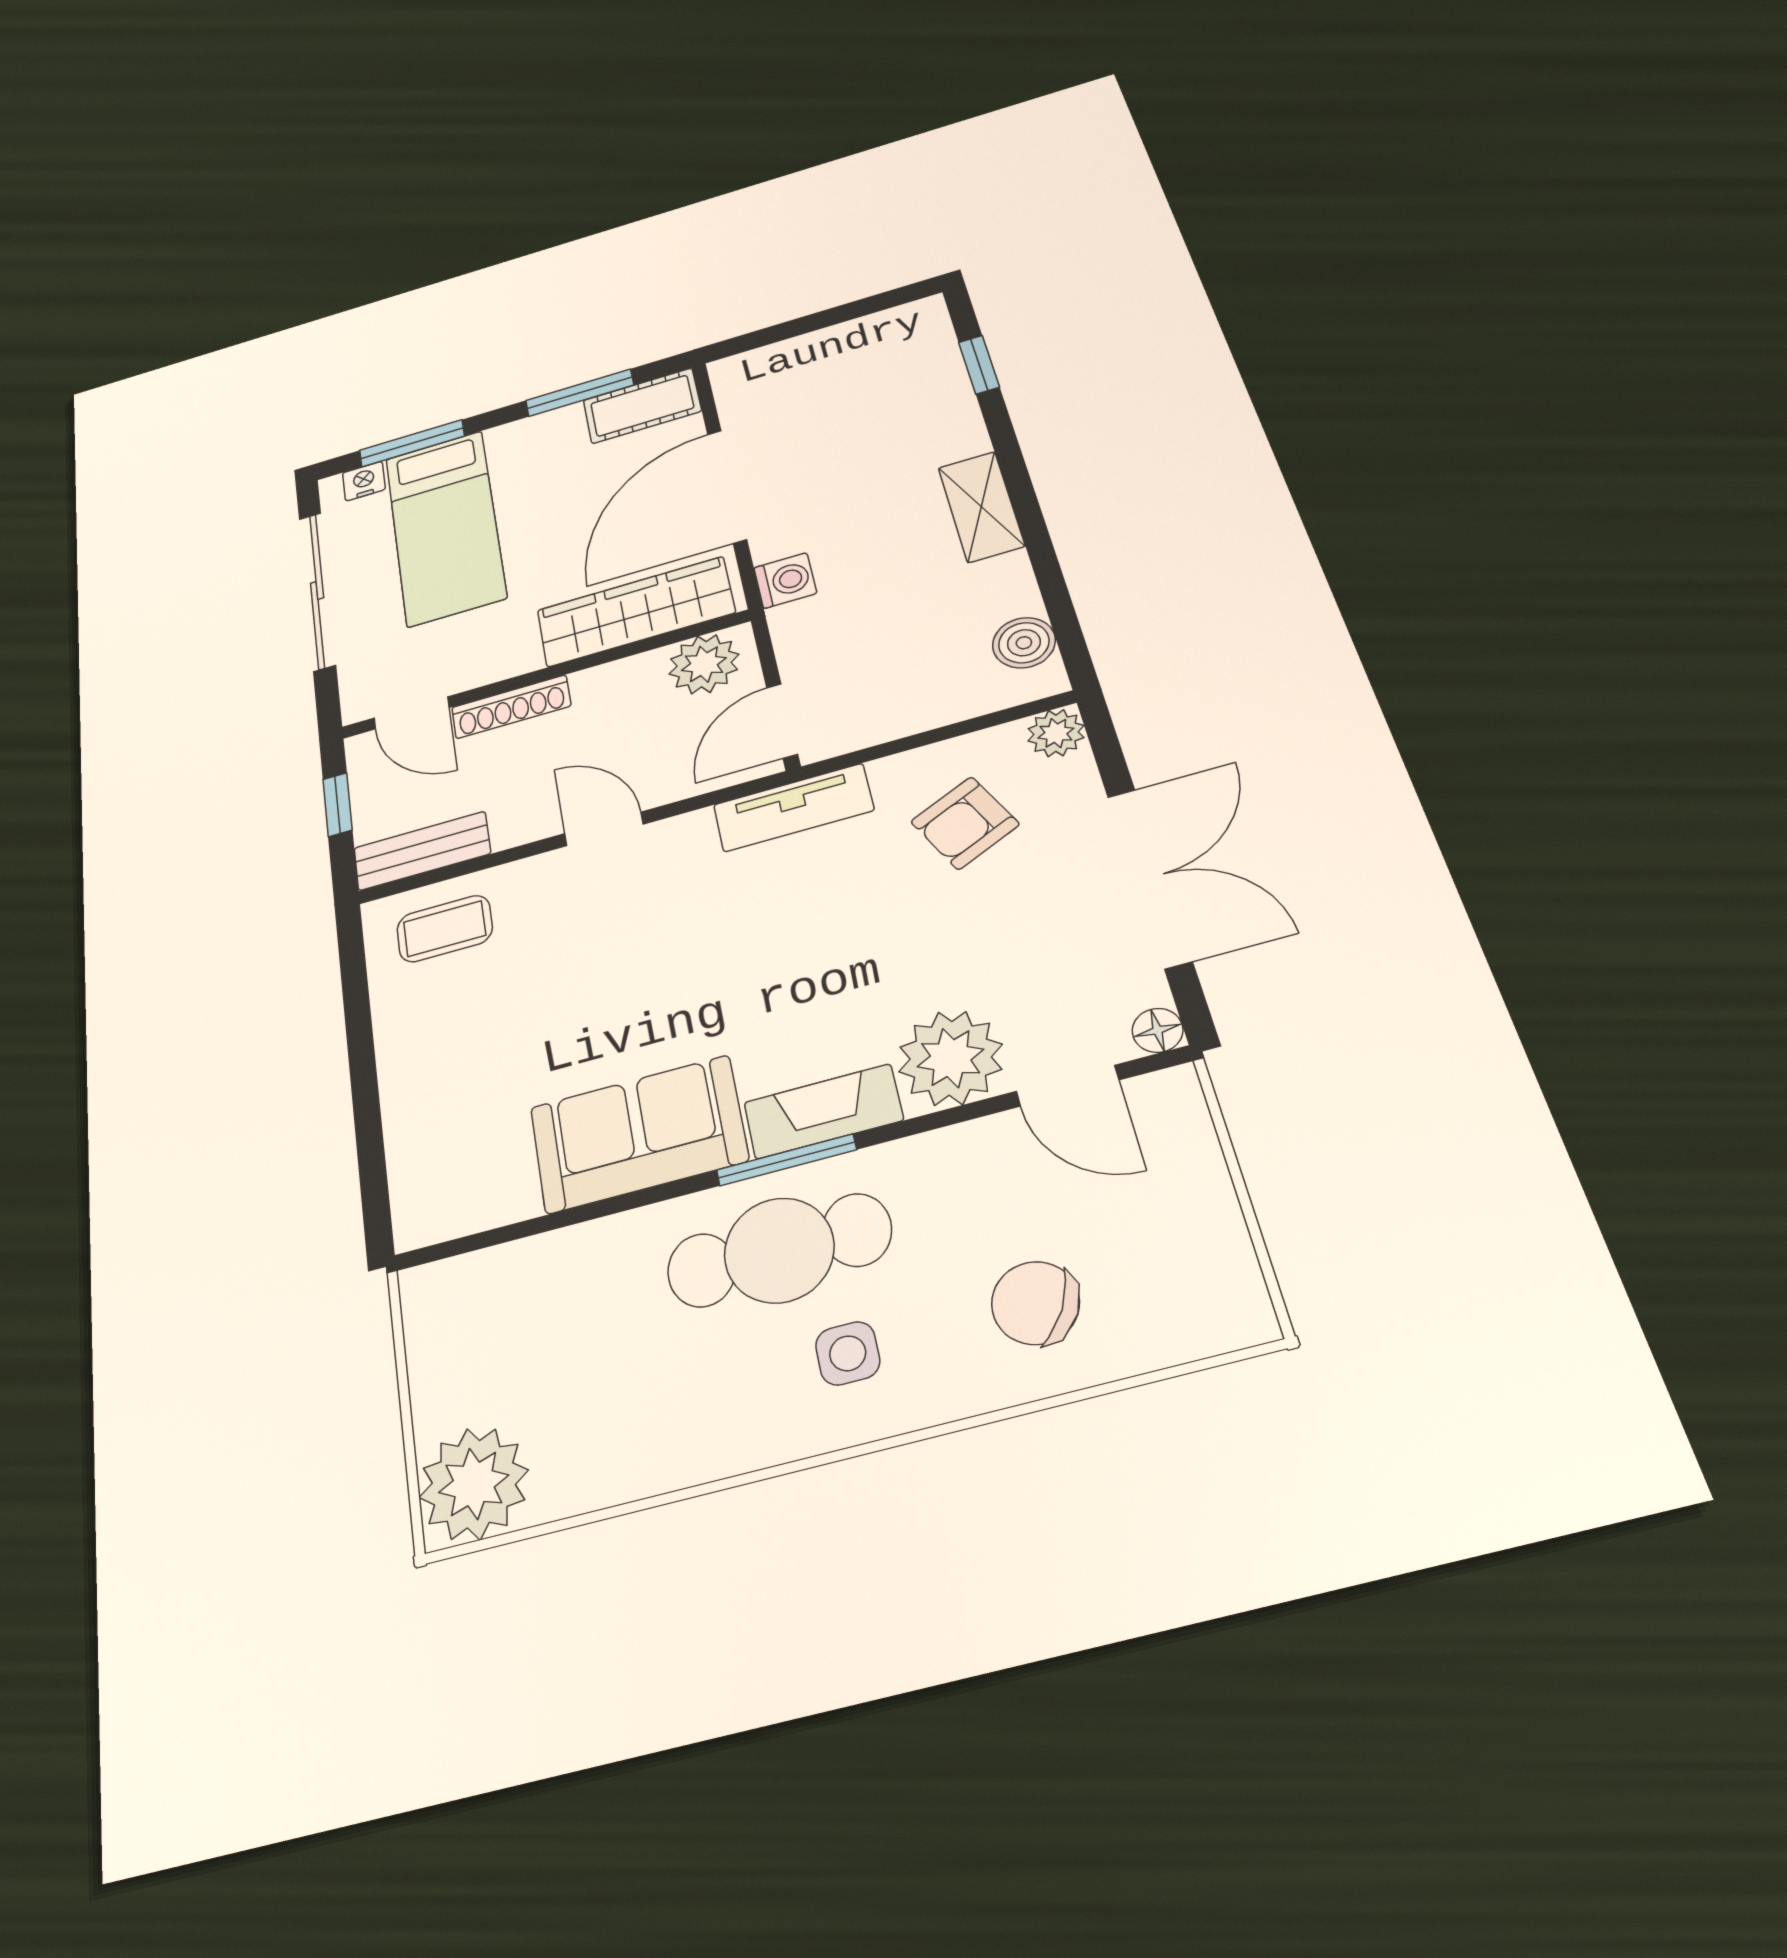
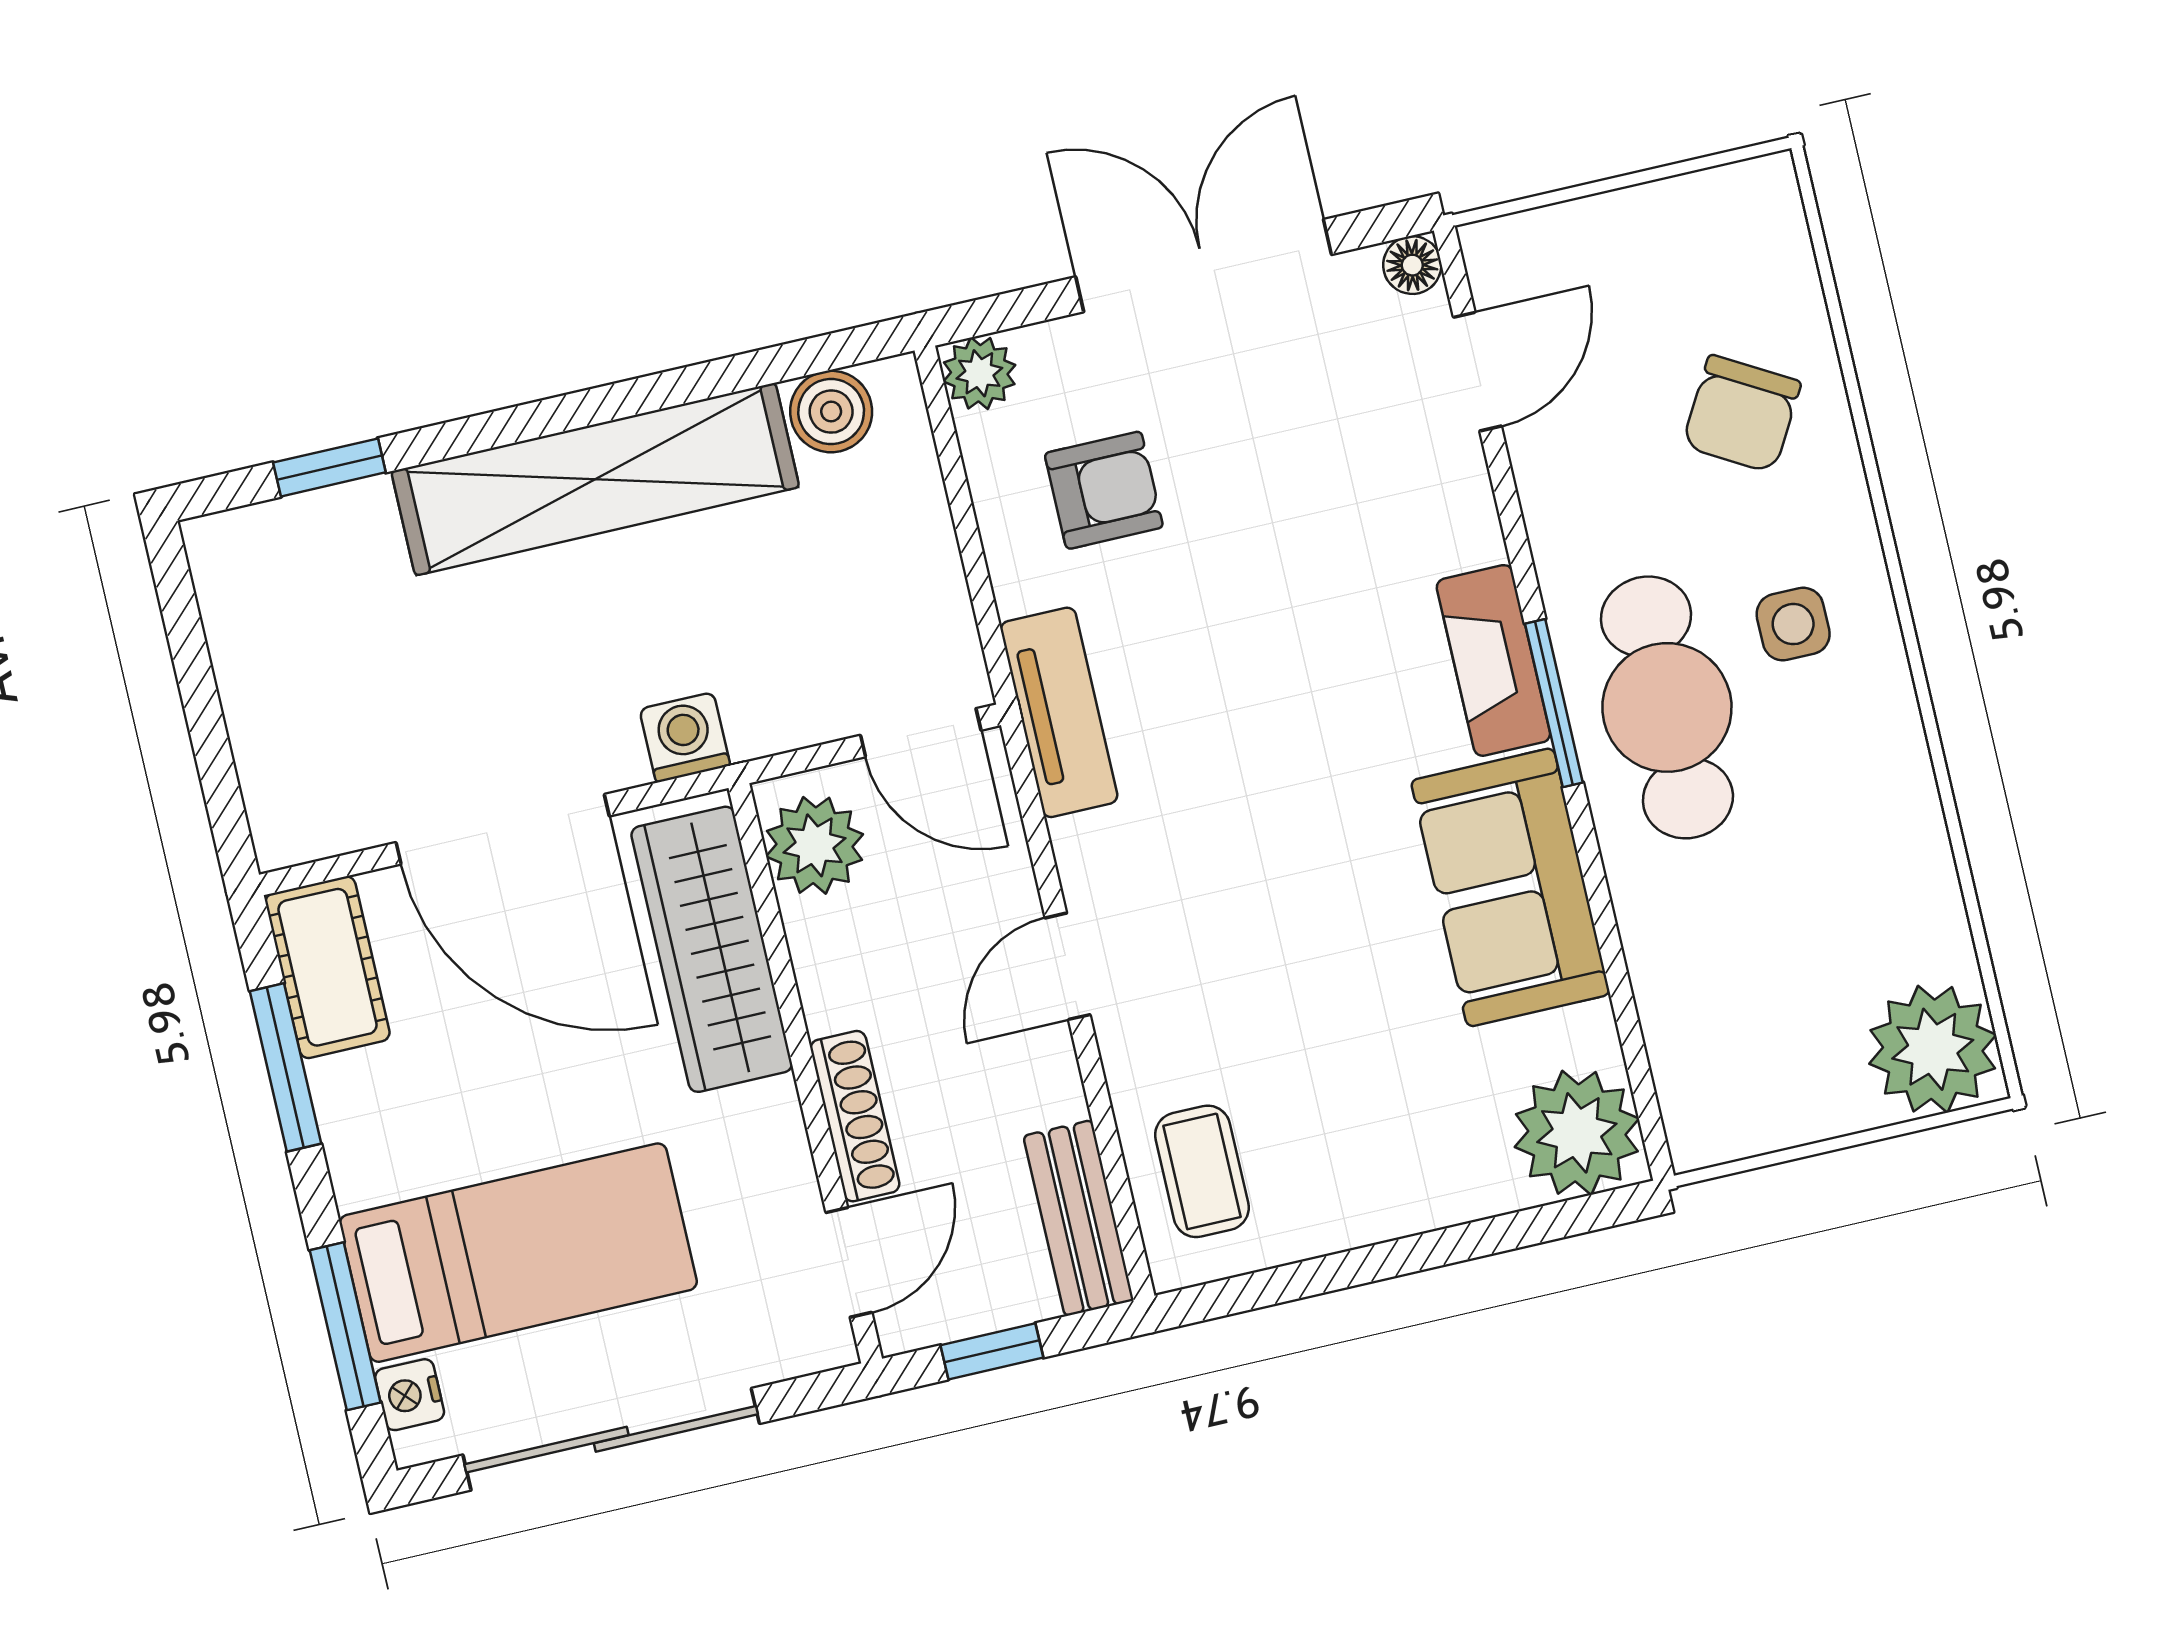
shelving: (981, 507) -> (595, 479), width x2.20, depth x1.33
armchair: (965, 823) -> (1104, 490), turned -65
plant: (951, 1058) -> (1577, 1133), moved

